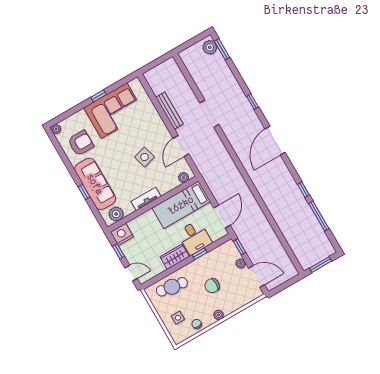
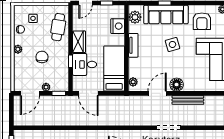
floor lamp: (161, 131) -> (177, 85), added
door: (181, 146) -> (157, 93), hinge flipped
side table: (145, 157) -> (172, 44), moved
nightstand: (122, 234) -> (118, 26), moved

